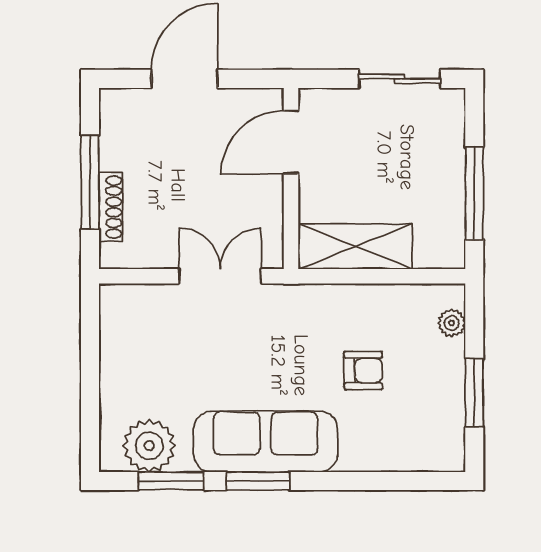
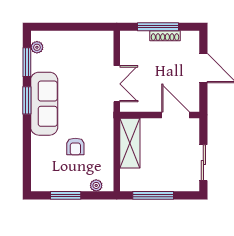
shoe rack: (111, 207) -> (165, 36), moved
plant: (149, 446) -> (37, 47), width x0.53, depth x0.53

